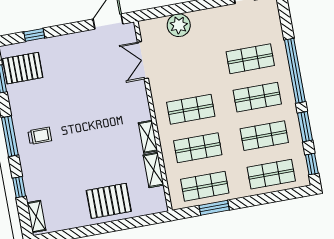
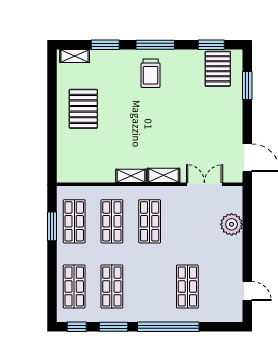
window: (34, 35) -> (247, 86), width x1.50
shop shelf: (257, 97) -> (150, 286), removed
trolley: (40, 136) -> (151, 73), width x1.36, depth x1.39
shelving: (153, 170) -> (163, 175), moved
window: (19, 187) -> (105, 45), width x1.50
pallet: (109, 201) -> (83, 109), moved

